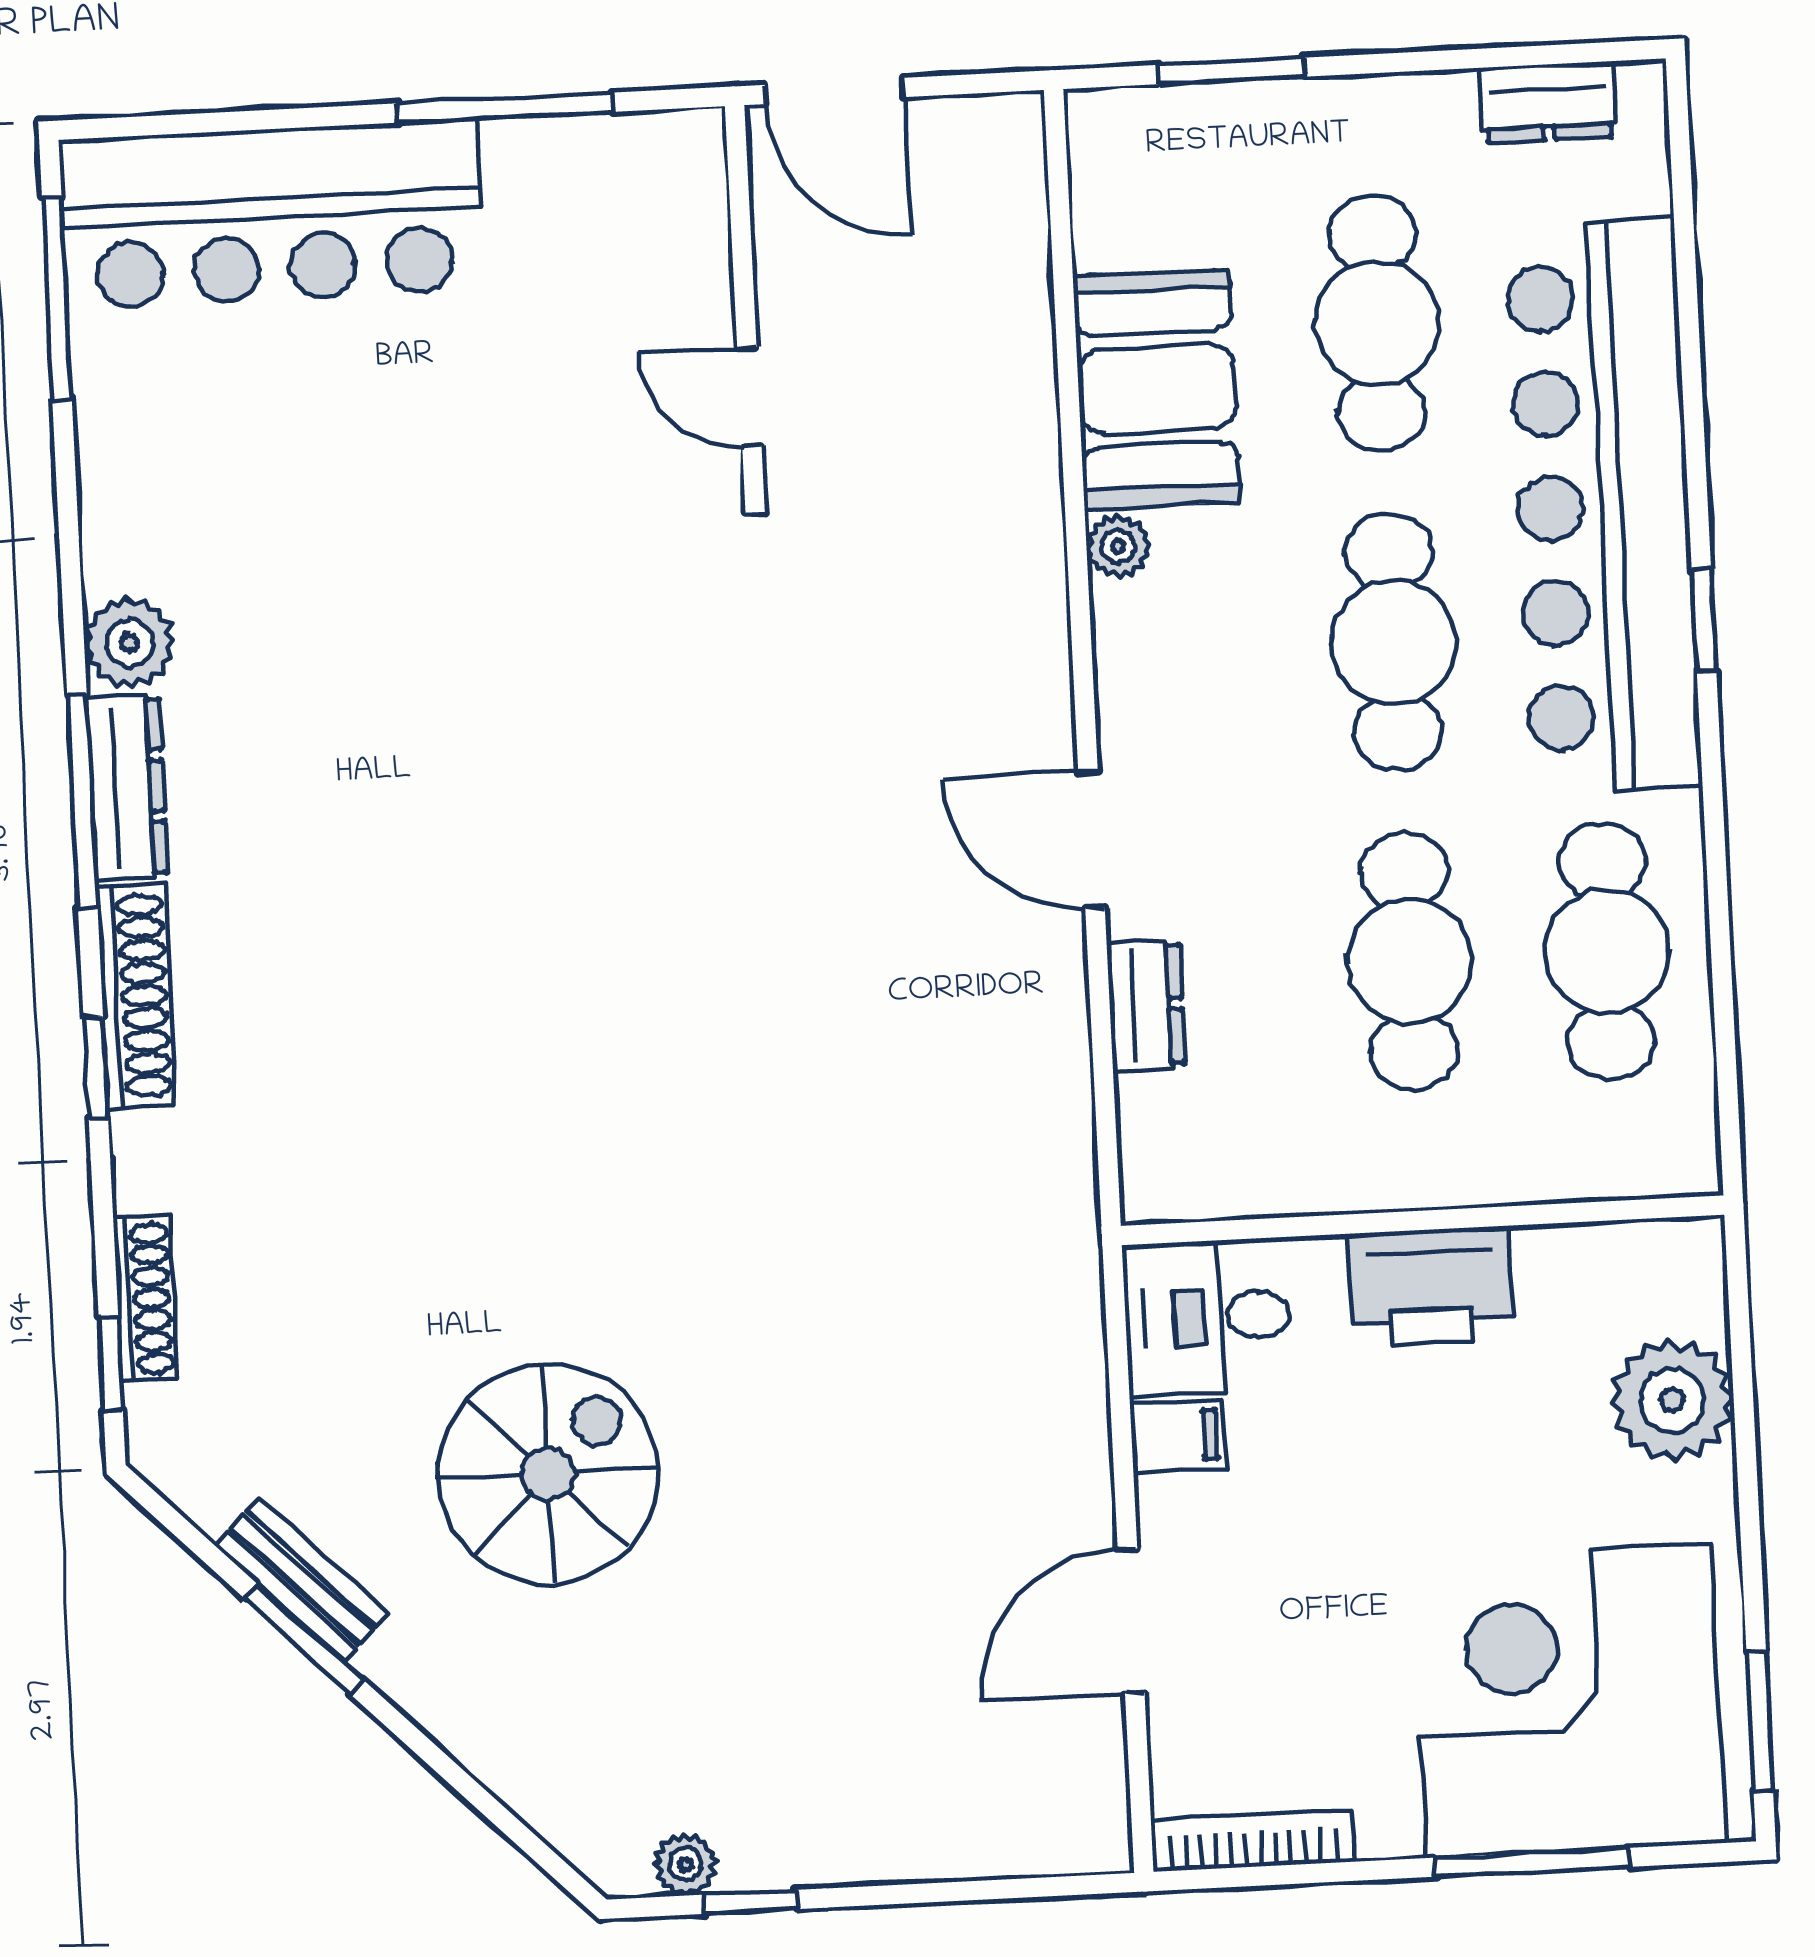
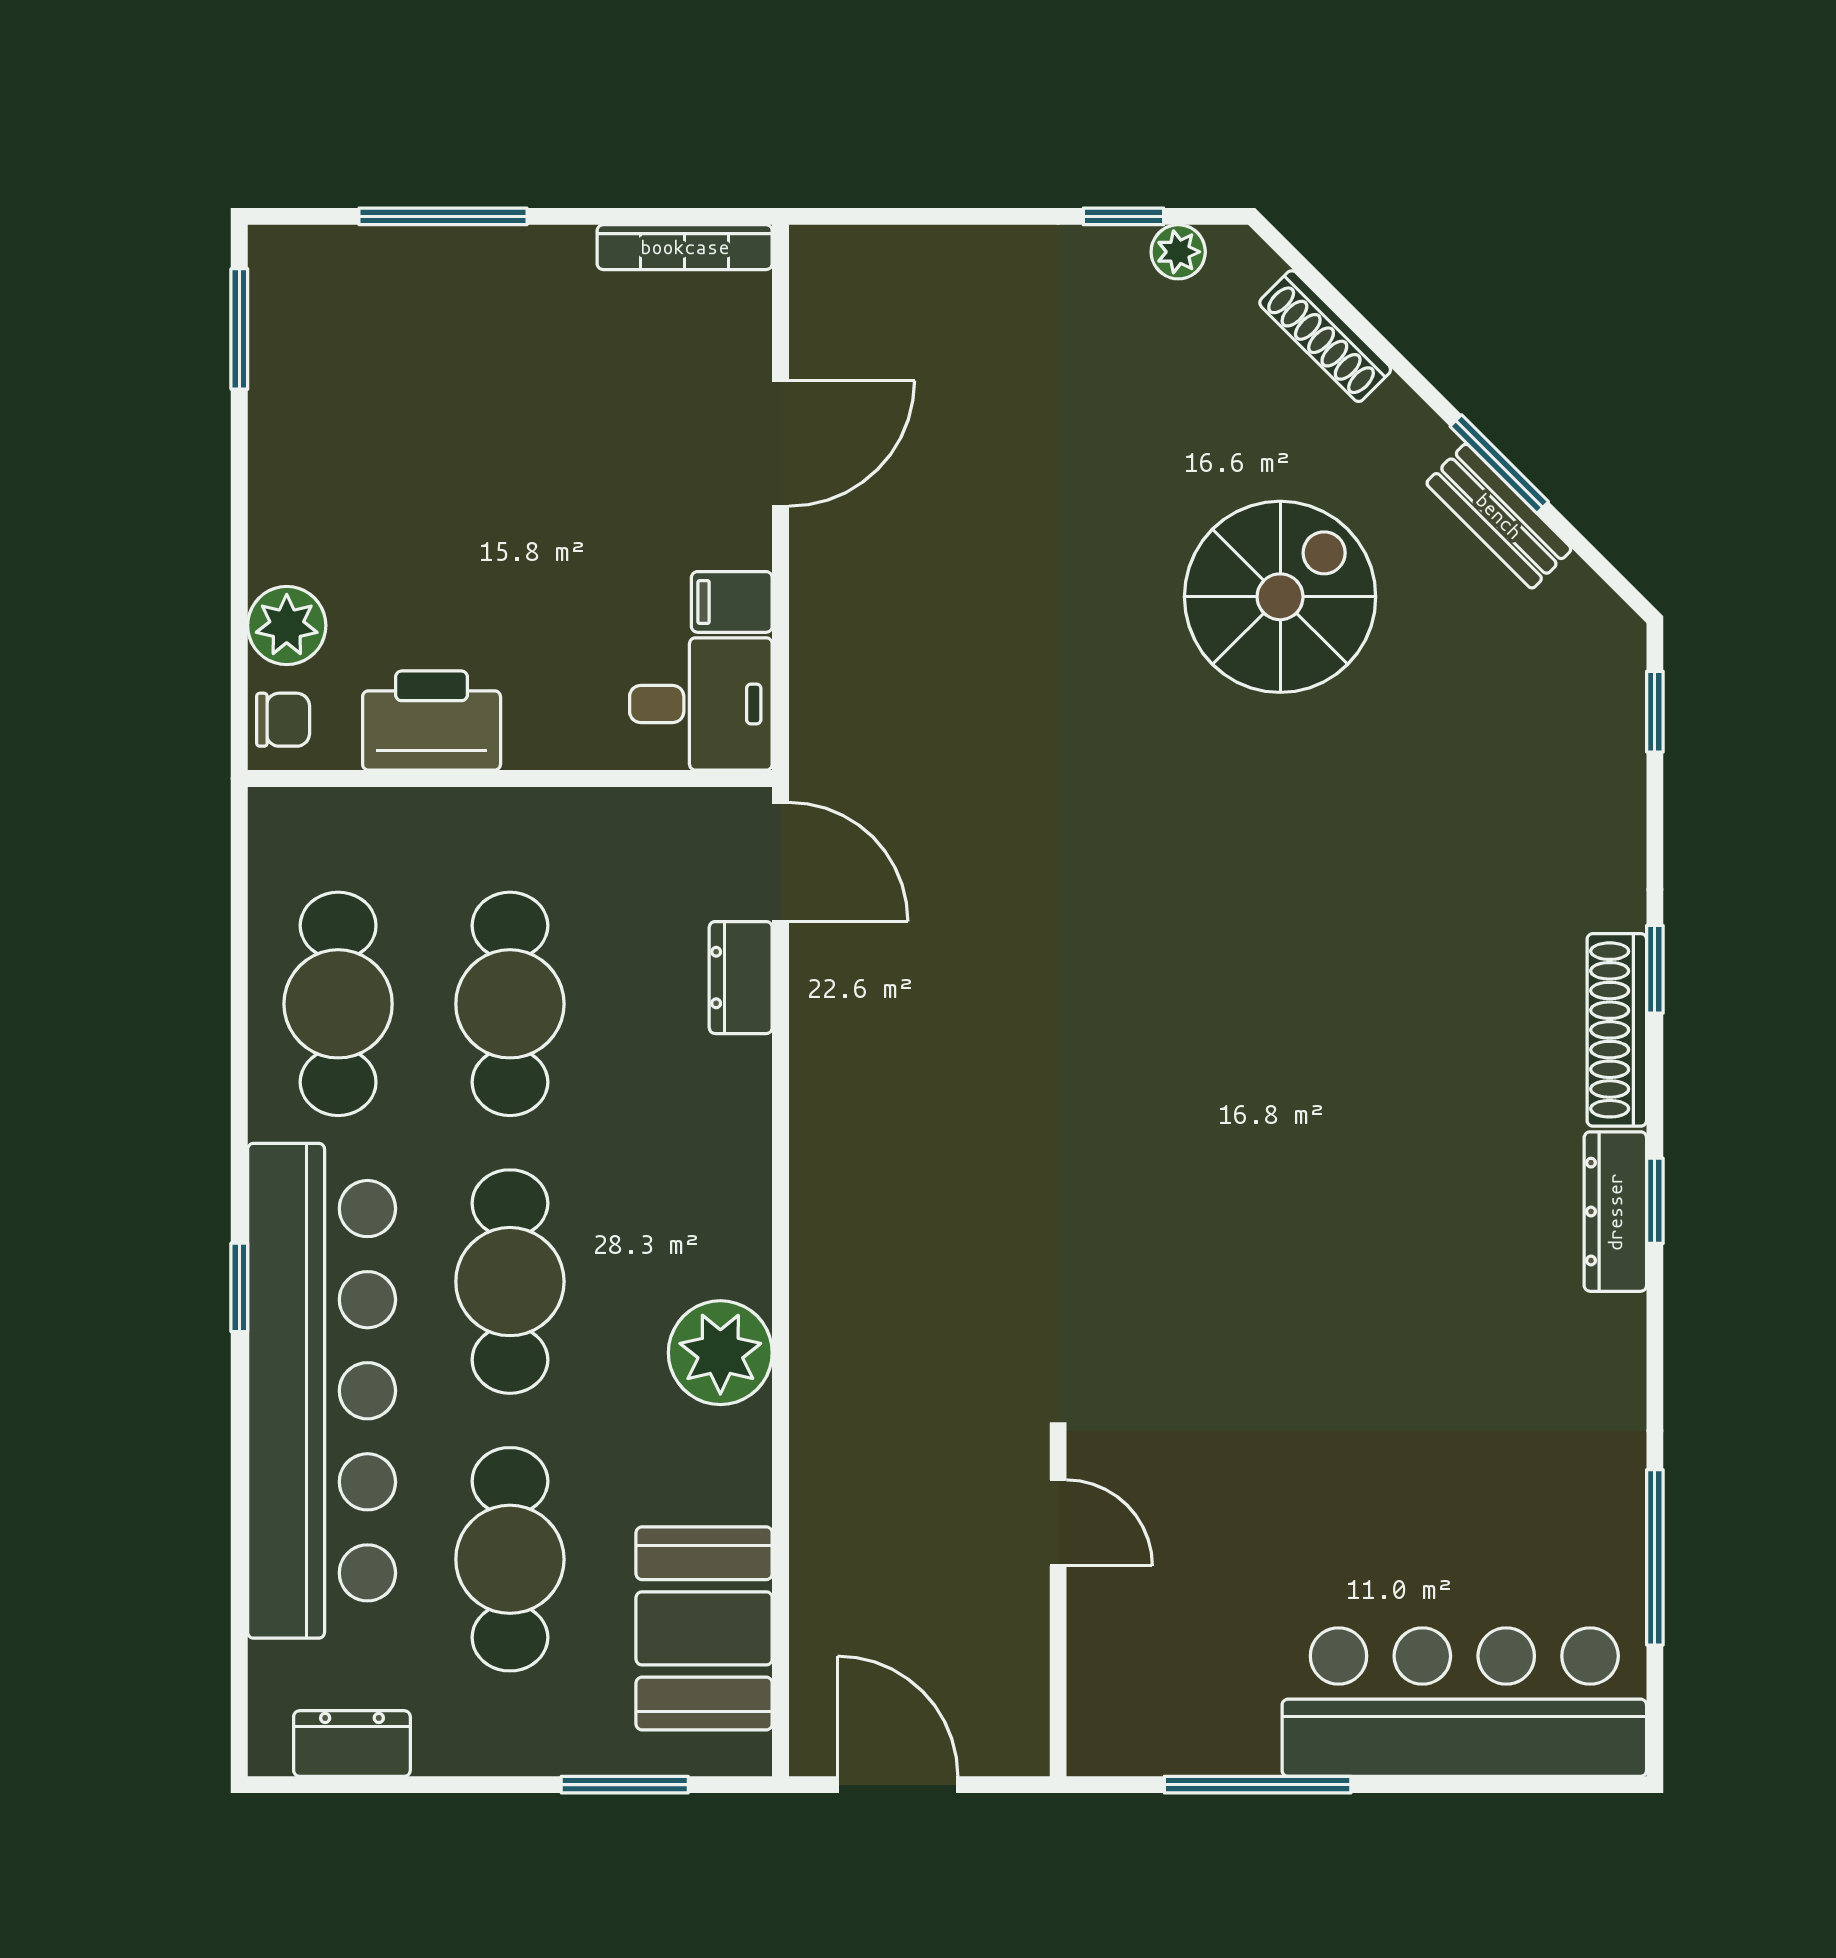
door: (834, 91) -> (898, 1785), moved
window: (57, 298) -> (1655, 1557), moved
booth: (1157, 389) -> (704, 1628), moved
plant: (1118, 546) -> (720, 1353), width x1.88, depth x1.88
plant: (129, 643) -> (1607, 1336), removed
window: (82, 802) -> (1655, 1201), width x0.46
door: (1092, 840) -> (781, 862), moved
chair: (1687, 1275) -> (283, 720), added
printer: (1430, 1287) -> (432, 721), moved
shoe rack: (145, 1299) -> (1325, 336), moved, turned -45
plant: (1672, 1400) -> (287, 626), width x0.73, depth x0.73
spiral stairs: (548, 1474) -> (1280, 597), turned 180
corner desk: (1569, 1700) -> (404, 356), removed

